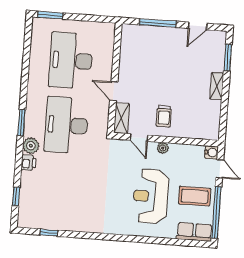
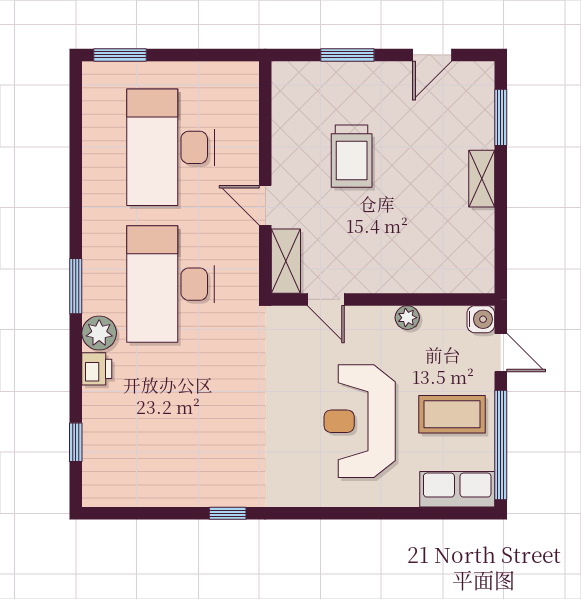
window: (158, 23) -> (347, 55), width x0.69
trolley: (164, 116) -> (352, 156), moved, width x1.36, depth x1.39
plant: (163, 148) -> (407, 318), moved
window: (49, 233) -> (228, 513), moved

